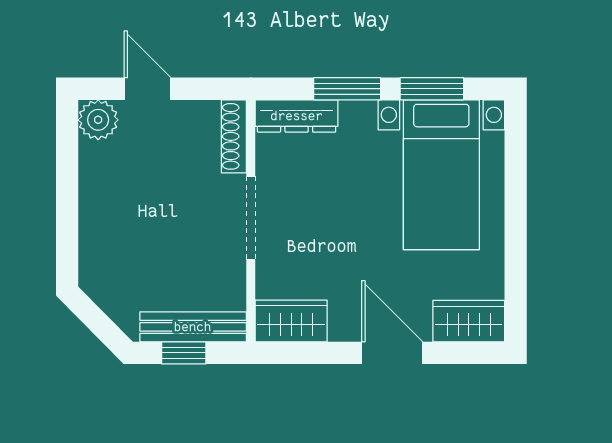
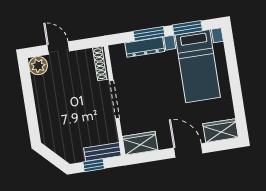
dresser: (297, 116) -> (145, 47), moved
bench: (193, 327) -> (102, 152), width x0.73

